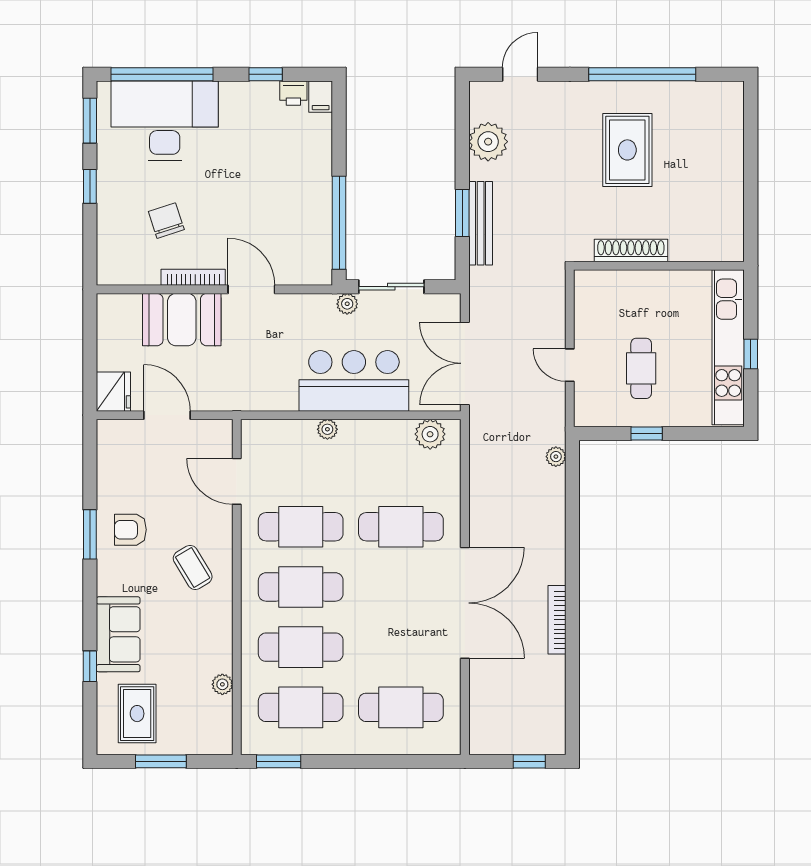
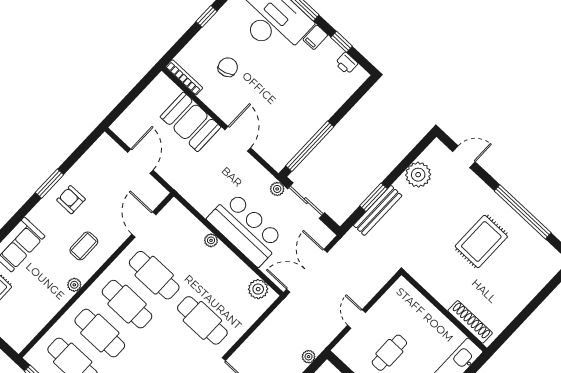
filing cabinet: (321, 97) -> (315, 37), moved
shoe rack: (631, 250) -> (470, 322), moved
bookcase: (193, 277) -> (184, 77), moved
fridge: (113, 392) -> (125, 126), removed
coffee table: (193, 567) -> (84, 246), turned 31
plant: (222, 684) -> (74, 285), moved

